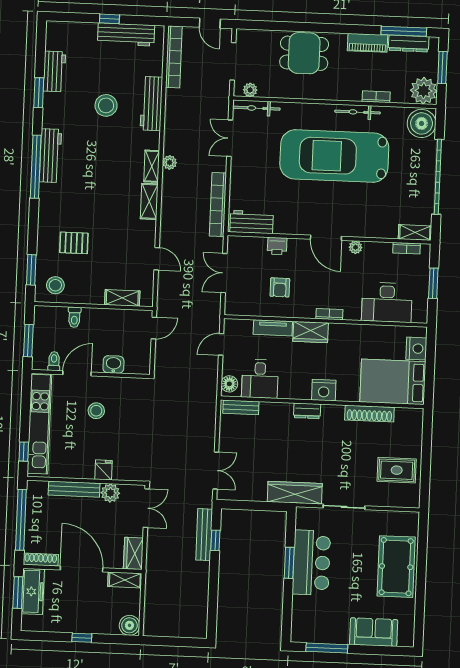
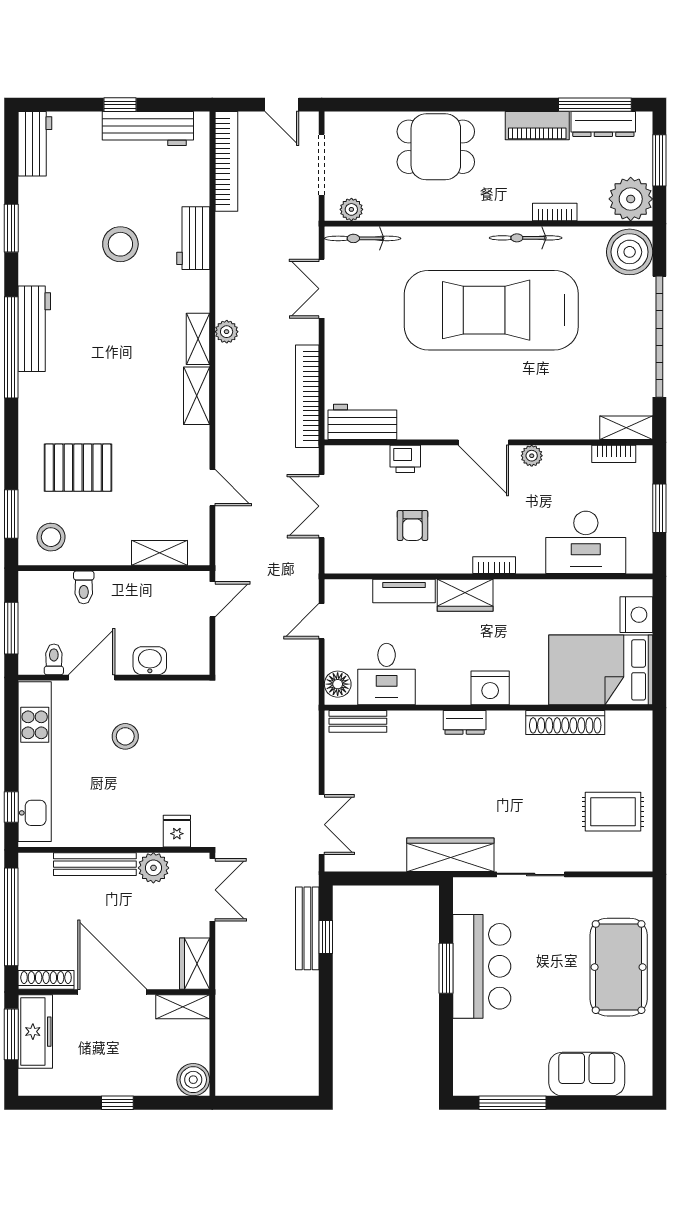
workbench: (54, 71) -> (35, 144), moved
workbench: (151, 104) -> (193, 238), width x0.73
pallet: (74, 243) -> (78, 468), width x1.50, depth x1.42
fridge: (104, 470) -> (177, 831), moved

